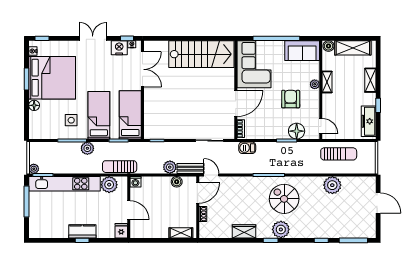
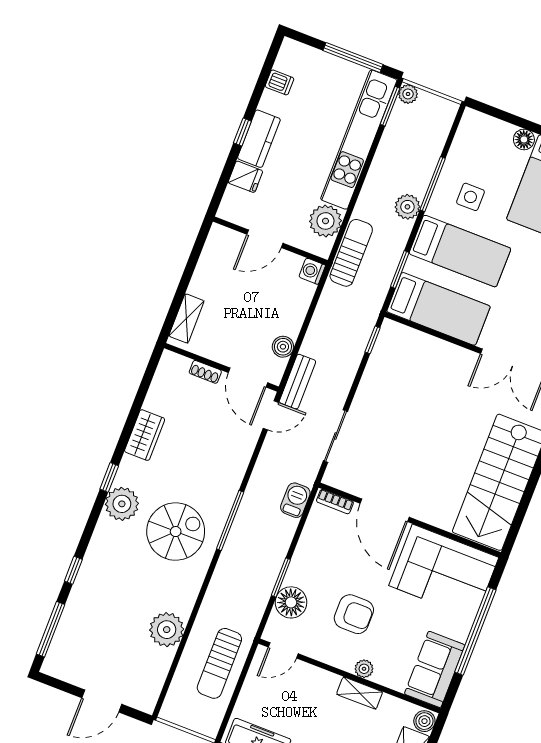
plant: (170, 167) -> (315, 344), removed
fridge: (121, 231) -> (245, 177), moved
dishwasher: (52, 232) -> (280, 82), added

